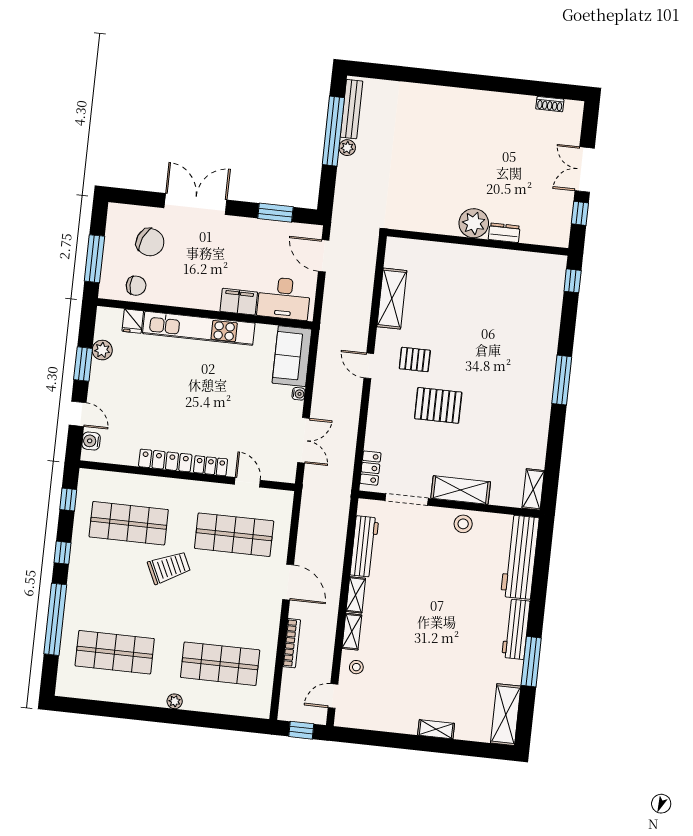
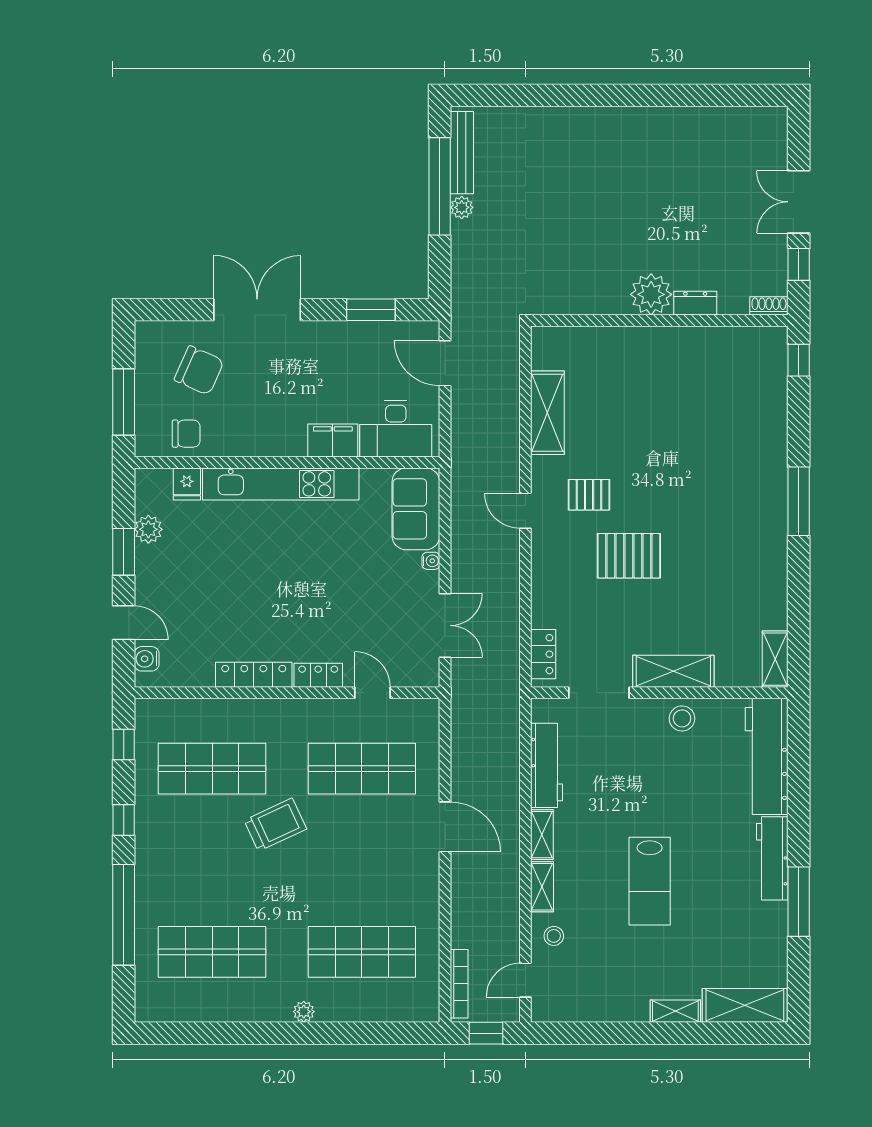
shoe rack: (550, 104) -> (769, 306), moved, turned 180
lab bench: (428, 636) -> (650, 881), added
bookcase: (292, 643) -> (459, 984), moved
shelving: (506, 715) -> (745, 1005), moved, turned 90

